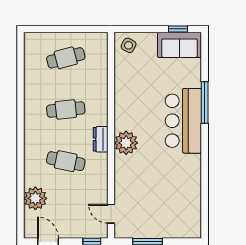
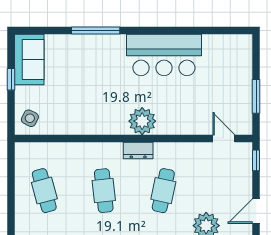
window: (178, 29) -> (11, 79), moved
bar counter: (183, 121) -> (164, 55), moved
door: (111, 214) -> (224, 138), swing flipped

